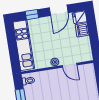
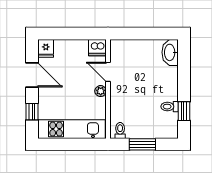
dishwasher: (82, 30) -> (97, 48), moved
door: (70, 65) -> (108, 72), swing flipped

